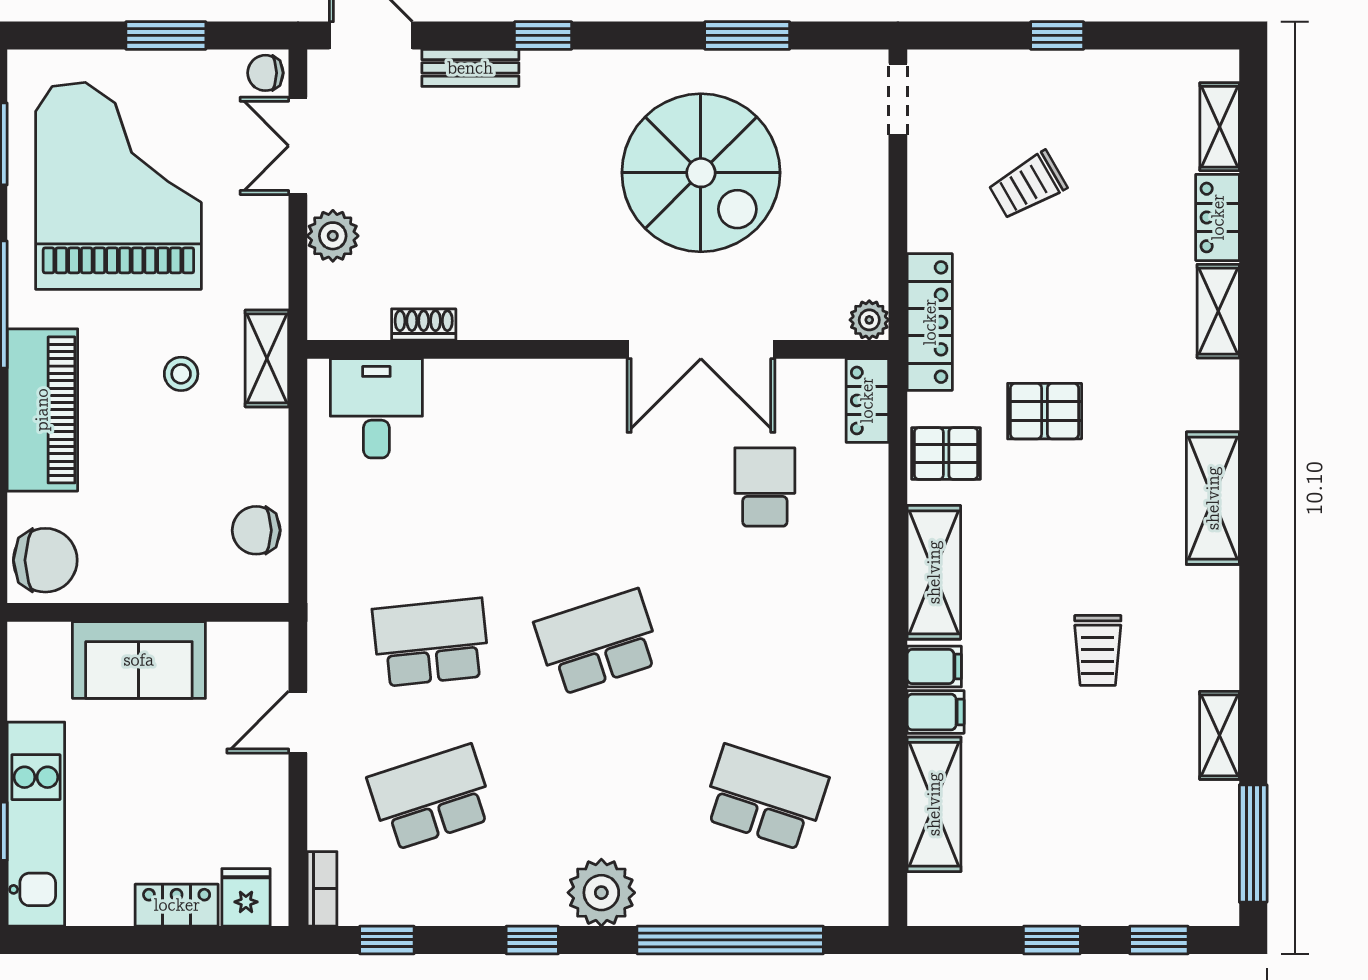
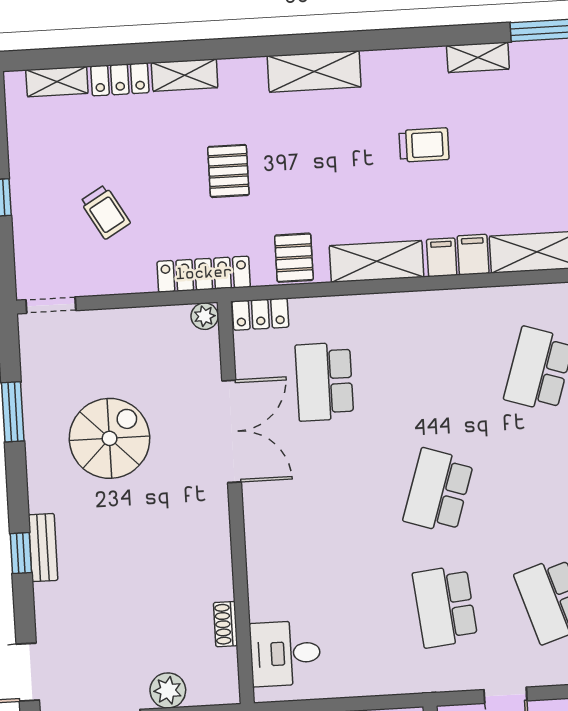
bench: (470, 68) -> (43, 548), moved
spiral stairs: (701, 173) -> (110, 438), width x0.73, depth x0.73
pallet: (1045, 411) -> (228, 171), moved
school desk: (765, 487) -> (324, 382), width x1.85
school desk: (598, 642) -> (438, 491), turned 36

